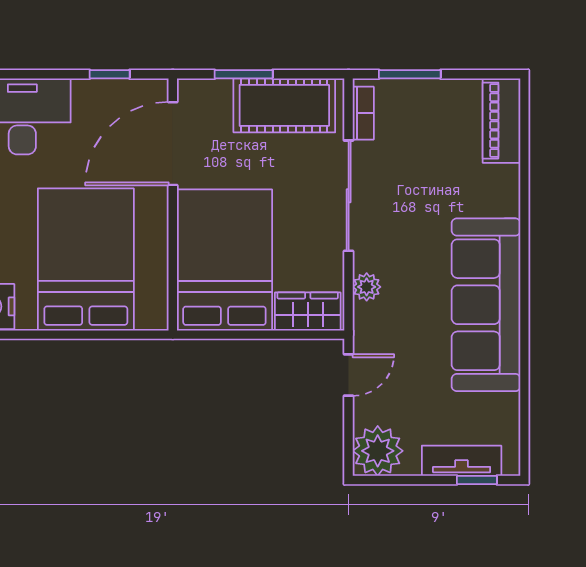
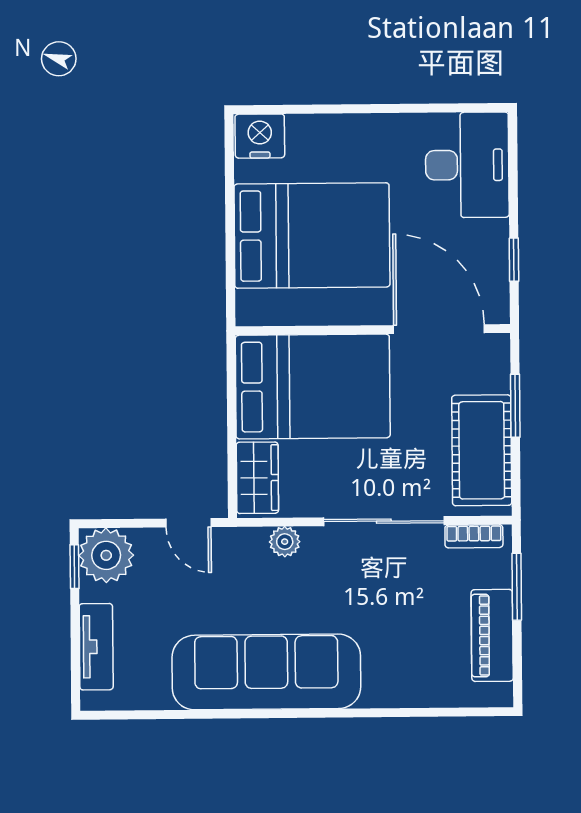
piano: (501, 121) -> (492, 635), moved, turned -90
window: (477, 480) -> (74, 567), moved

